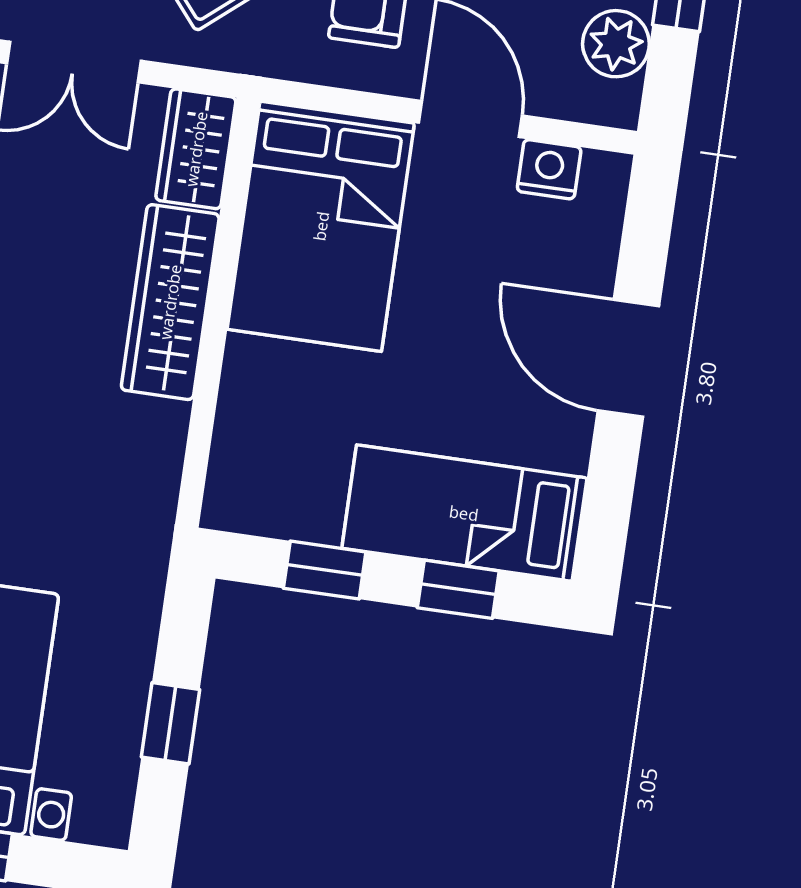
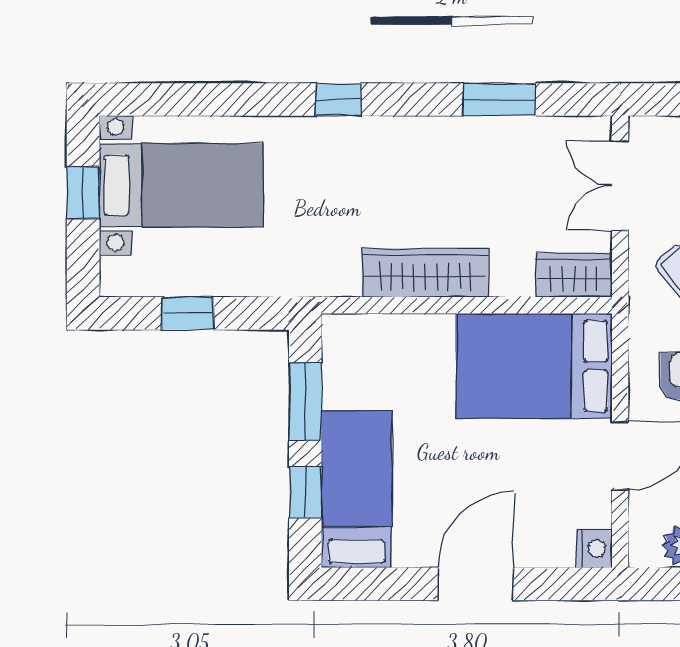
nightstand: (549, 169) -> (594, 548), moved
wardrobe: (170, 302) -> (425, 273), moved
window: (325, 570) -> (305, 402), width x1.50

